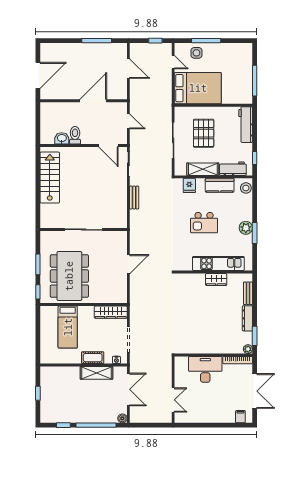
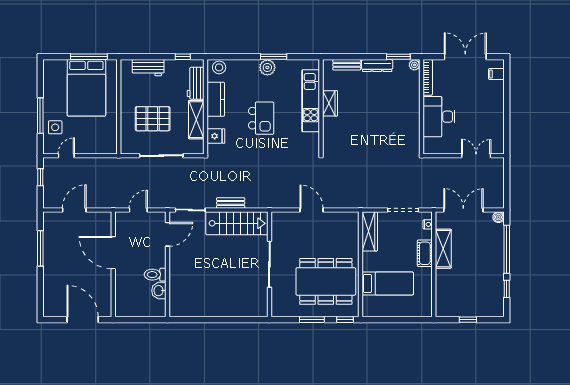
bed: (198, 88) -> (86, 88), moved, turned 180
workbench: (246, 125) -> (148, 68), width x0.73
stairs: (50, 178) -> (237, 223), moved, turned 180

